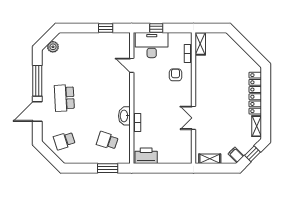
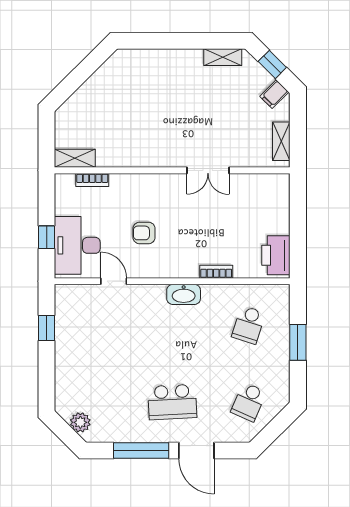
door: (132, 65) -> (114, 281), swing flipped
armchair: (175, 75) -> (144, 233), moved
locker: (255, 93) -> (163, 60), removed
washbasin: (124, 116) -> (184, 294), moved
school desk: (64, 141) -> (249, 402), turned 42
window: (108, 168) -> (298, 342), moved

